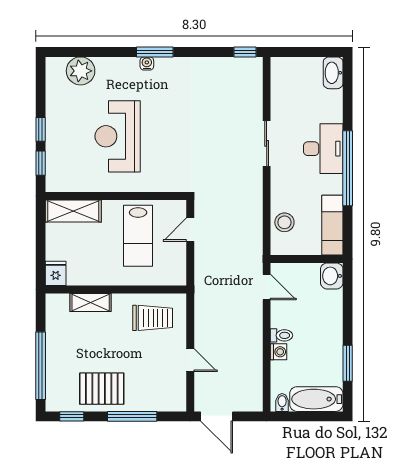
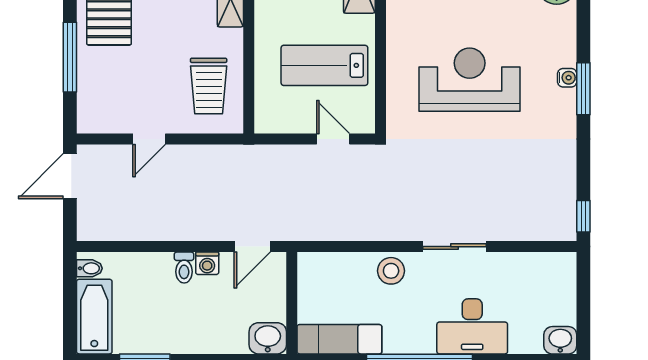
washbasin: (333, 73) -> (560, 340), width x0.72
reception desk: (118, 136) -> (470, 80), moved
desk: (323, 149) -> (472, 326), moved
stool: (284, 222) -> (391, 271), moved
washing machine: (279, 352) -> (207, 263), moved

